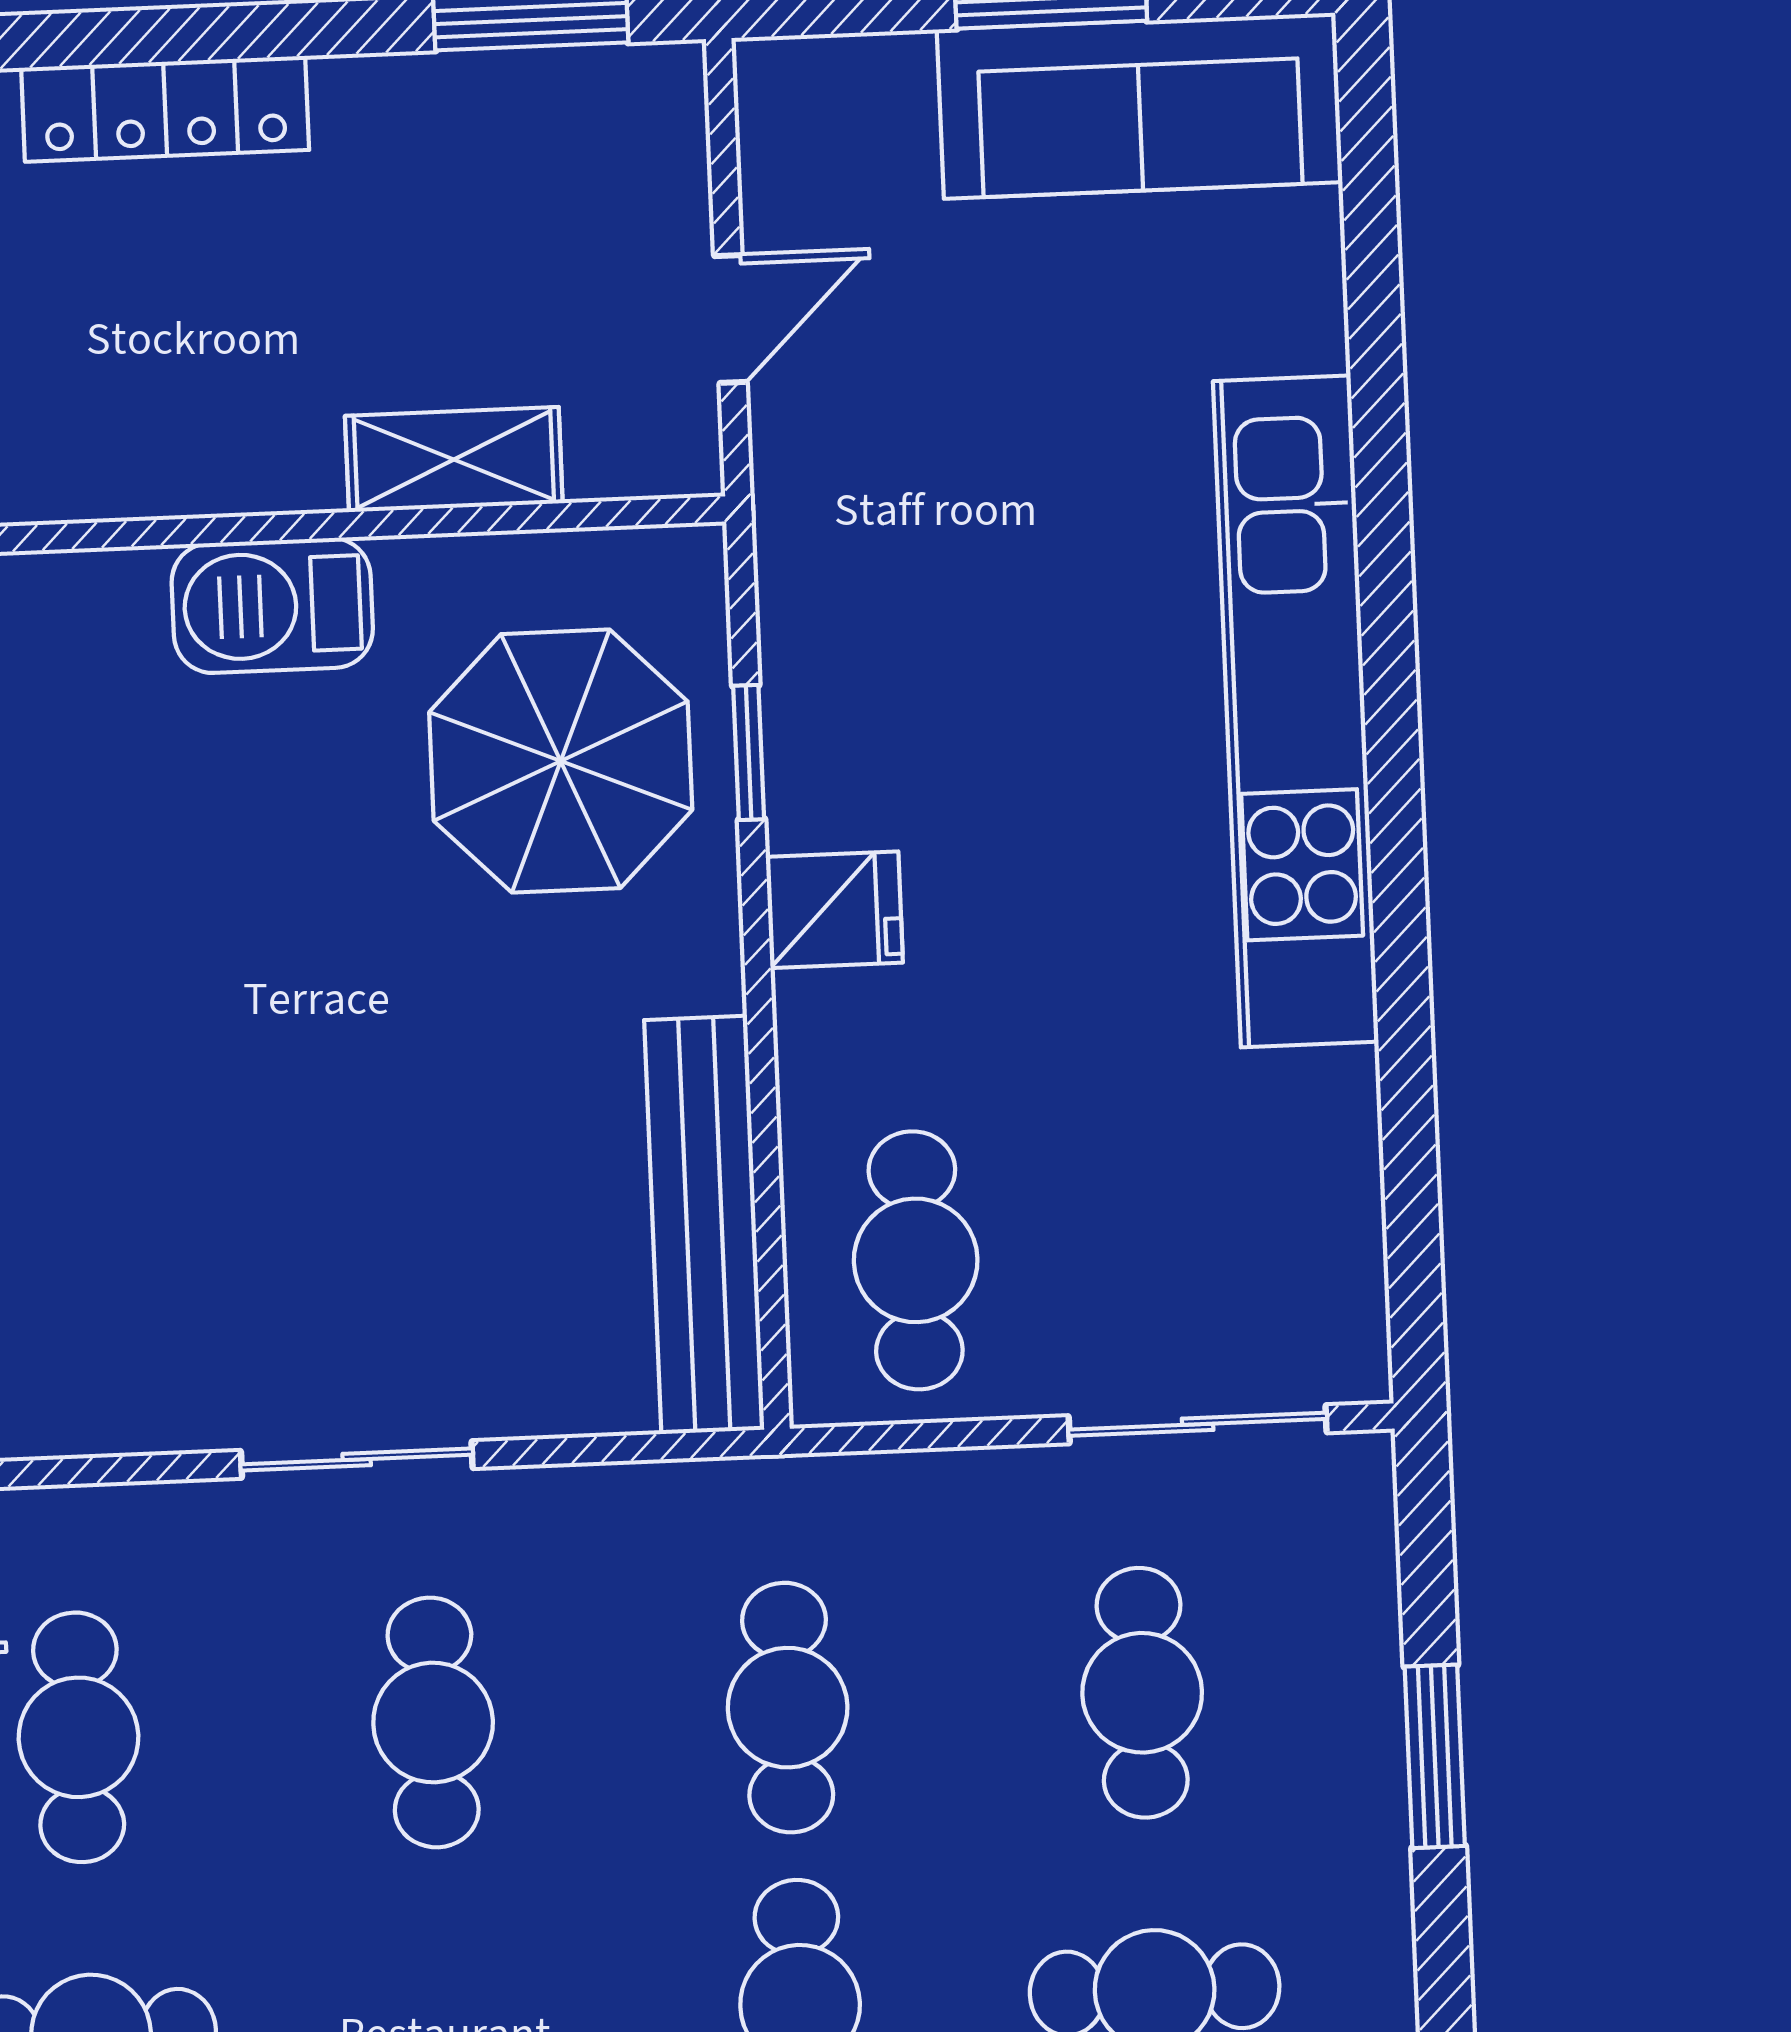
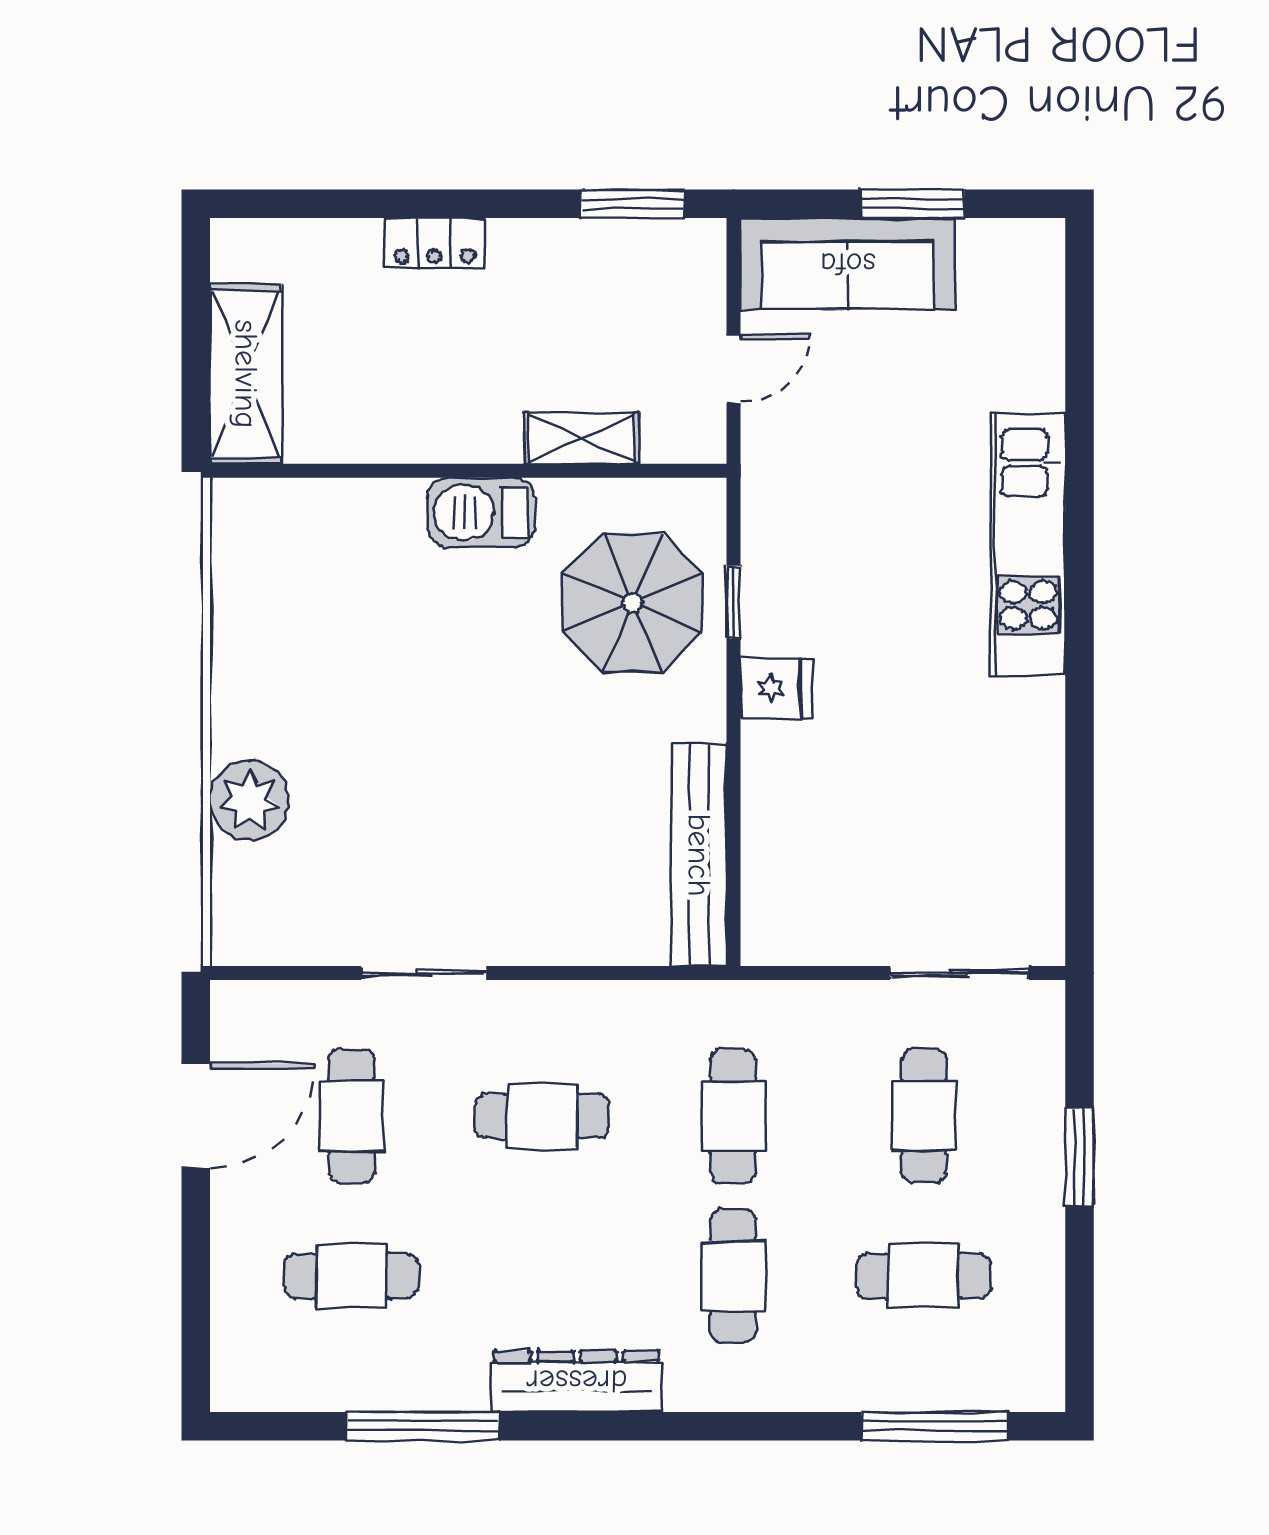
sofa: (1140, 106) -> (848, 264), moved
locker: (165, 109) -> (435, 243), width x0.66
kitchen unit: (1296, 711) -> (1028, 545), width x0.73
cafe table: (916, 1260) -> (812, 879), removed
sliding door: (357, 1459) -> (424, 973), moved
cafe table: (433, 1722) -> (542, 1116), turned 90

